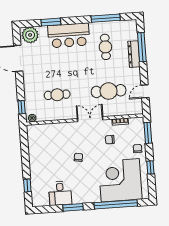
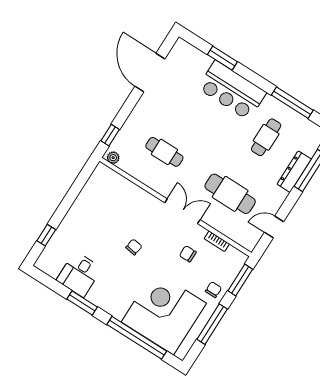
plant: (30, 35) -> (185, 55), removed
window: (150, 167) -> (212, 324), width x2.17

